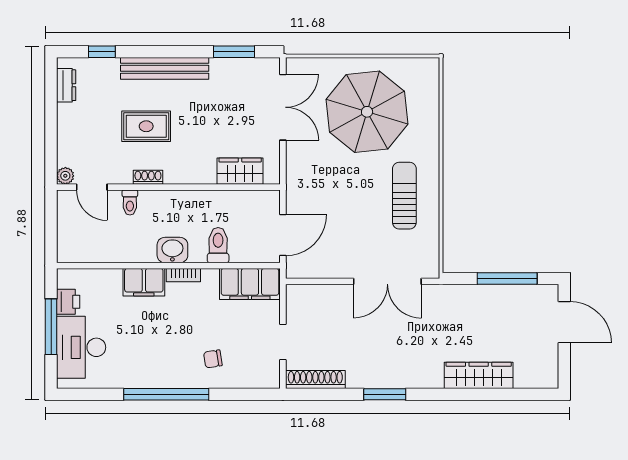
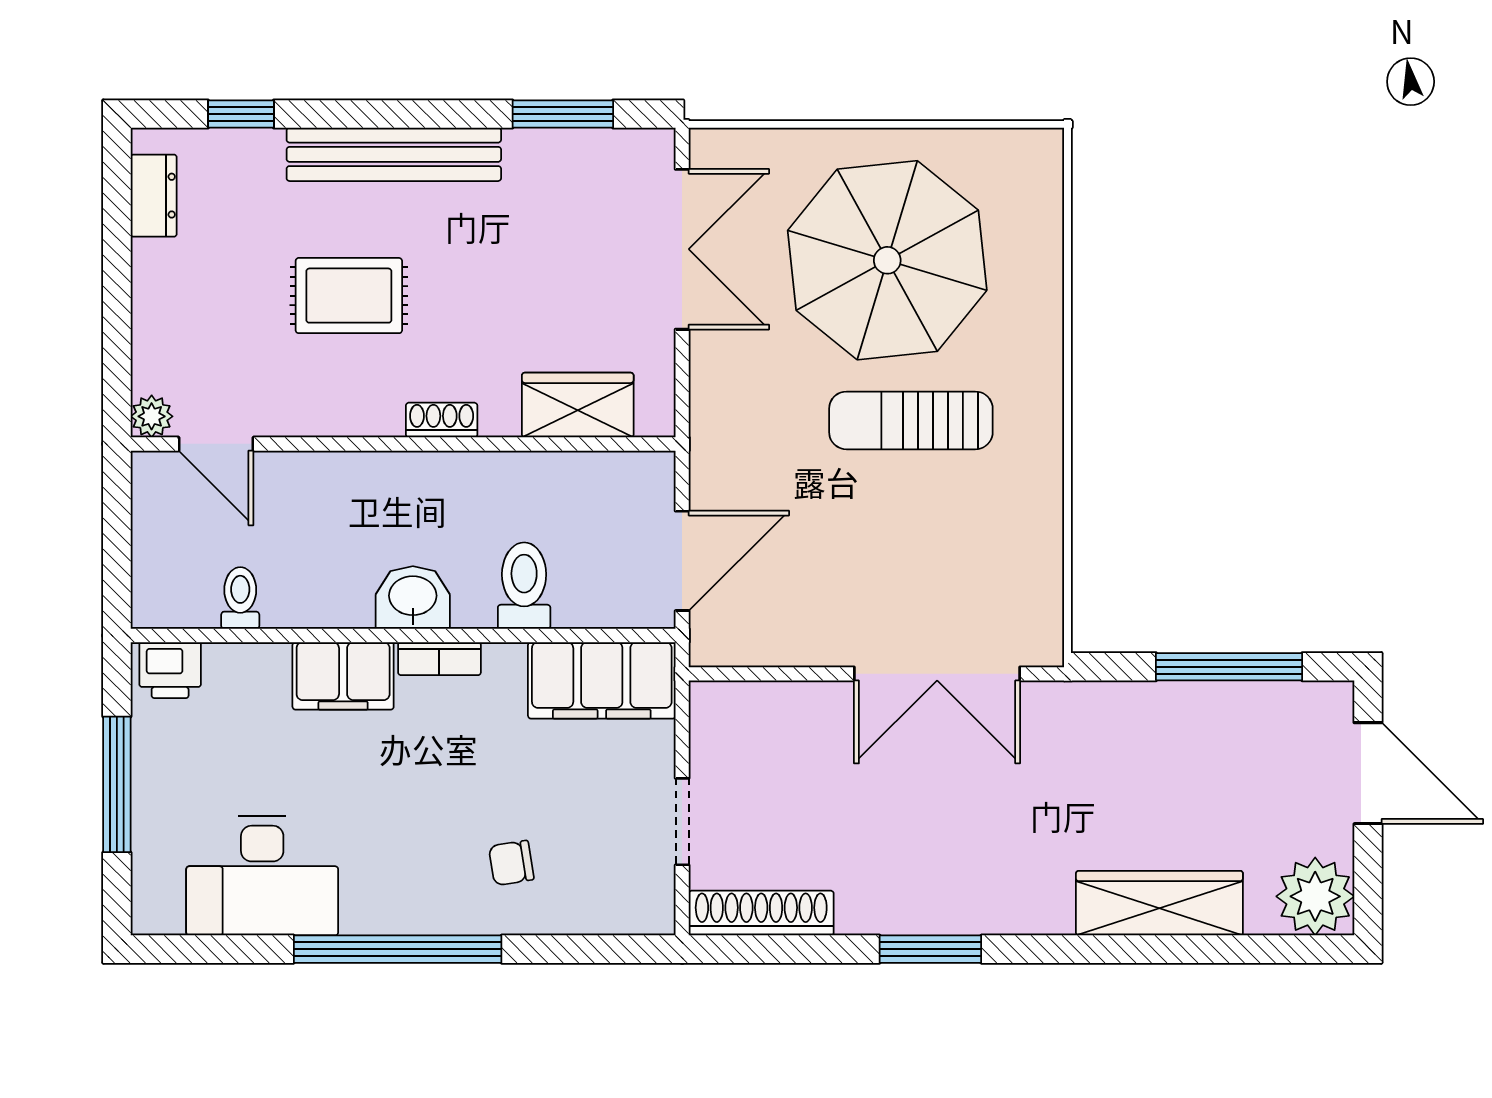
shoe rack: (148, 177) -> (442, 420), moved
sun lounger: (404, 196) -> (911, 420), moved, turned -90
toilet: (130, 202) -> (240, 598), moved, turned 180
printer: (68, 302) -> (170, 670), moved, turned 90
desk: (81, 347) -> (262, 876), moved, turned -90
plant: (543, 373) -> (1315, 896), added

